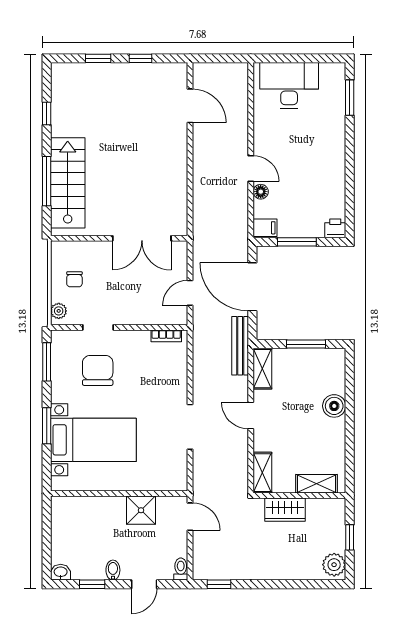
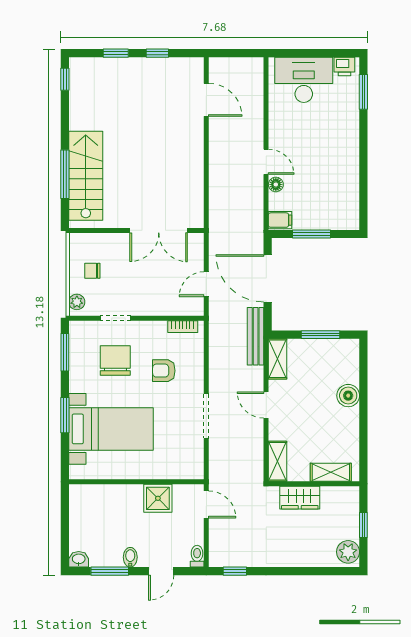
window: (47, 114) -> (65, 79), moved
printer: (335, 228) -> (344, 67), moved, turned 180
chair: (74, 279) -> (92, 271), turned 90
armchair: (147, 381) -> (164, 371), added
window: (92, 584) -> (110, 571), width x1.50

